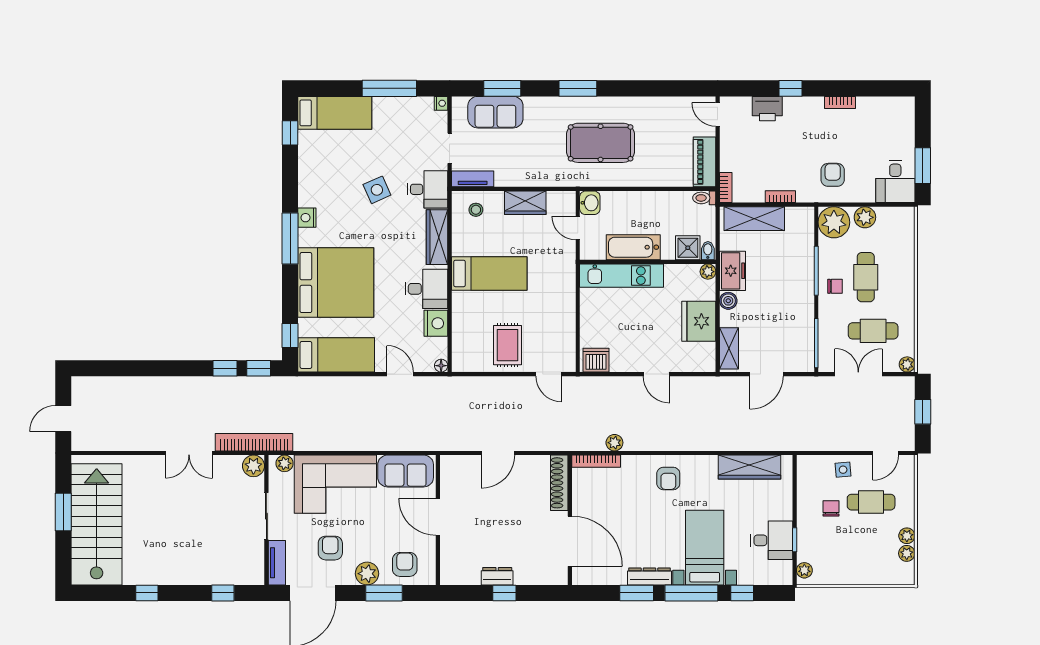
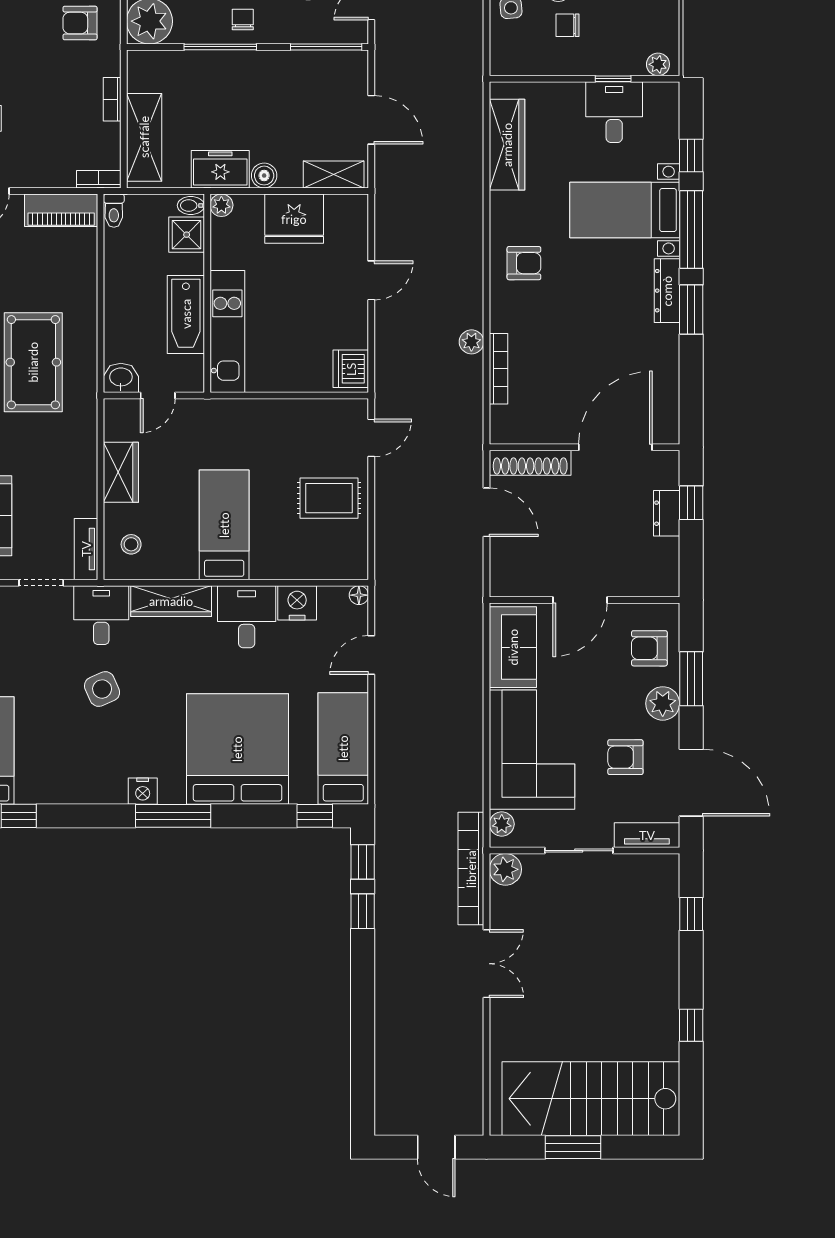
shoe rack: (559, 483) -> (530, 463), moved
wall: (570, 520) -> (584, 447), moved
door: (570, 541) -> (615, 447), moved

